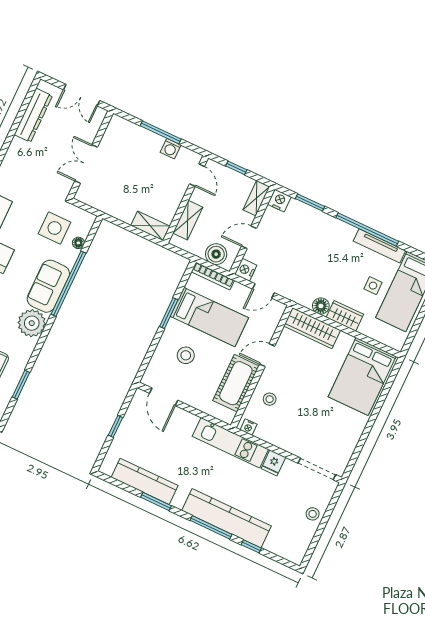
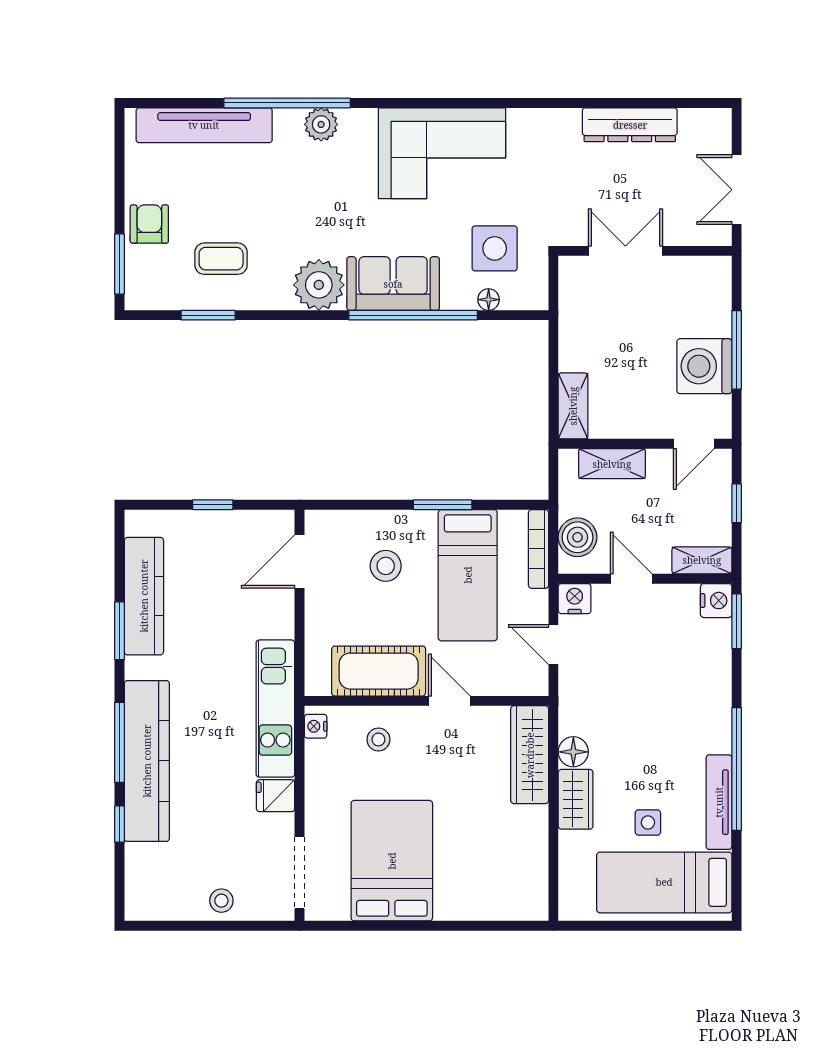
dresser: (33, 115) -> (630, 125), moved
washing machine: (171, 149) -> (704, 366), width x1.89, depth x1.89
window: (310, 203) -> (737, 621), moved
bed: (362, 377) -> (392, 861), moved, turned 90

